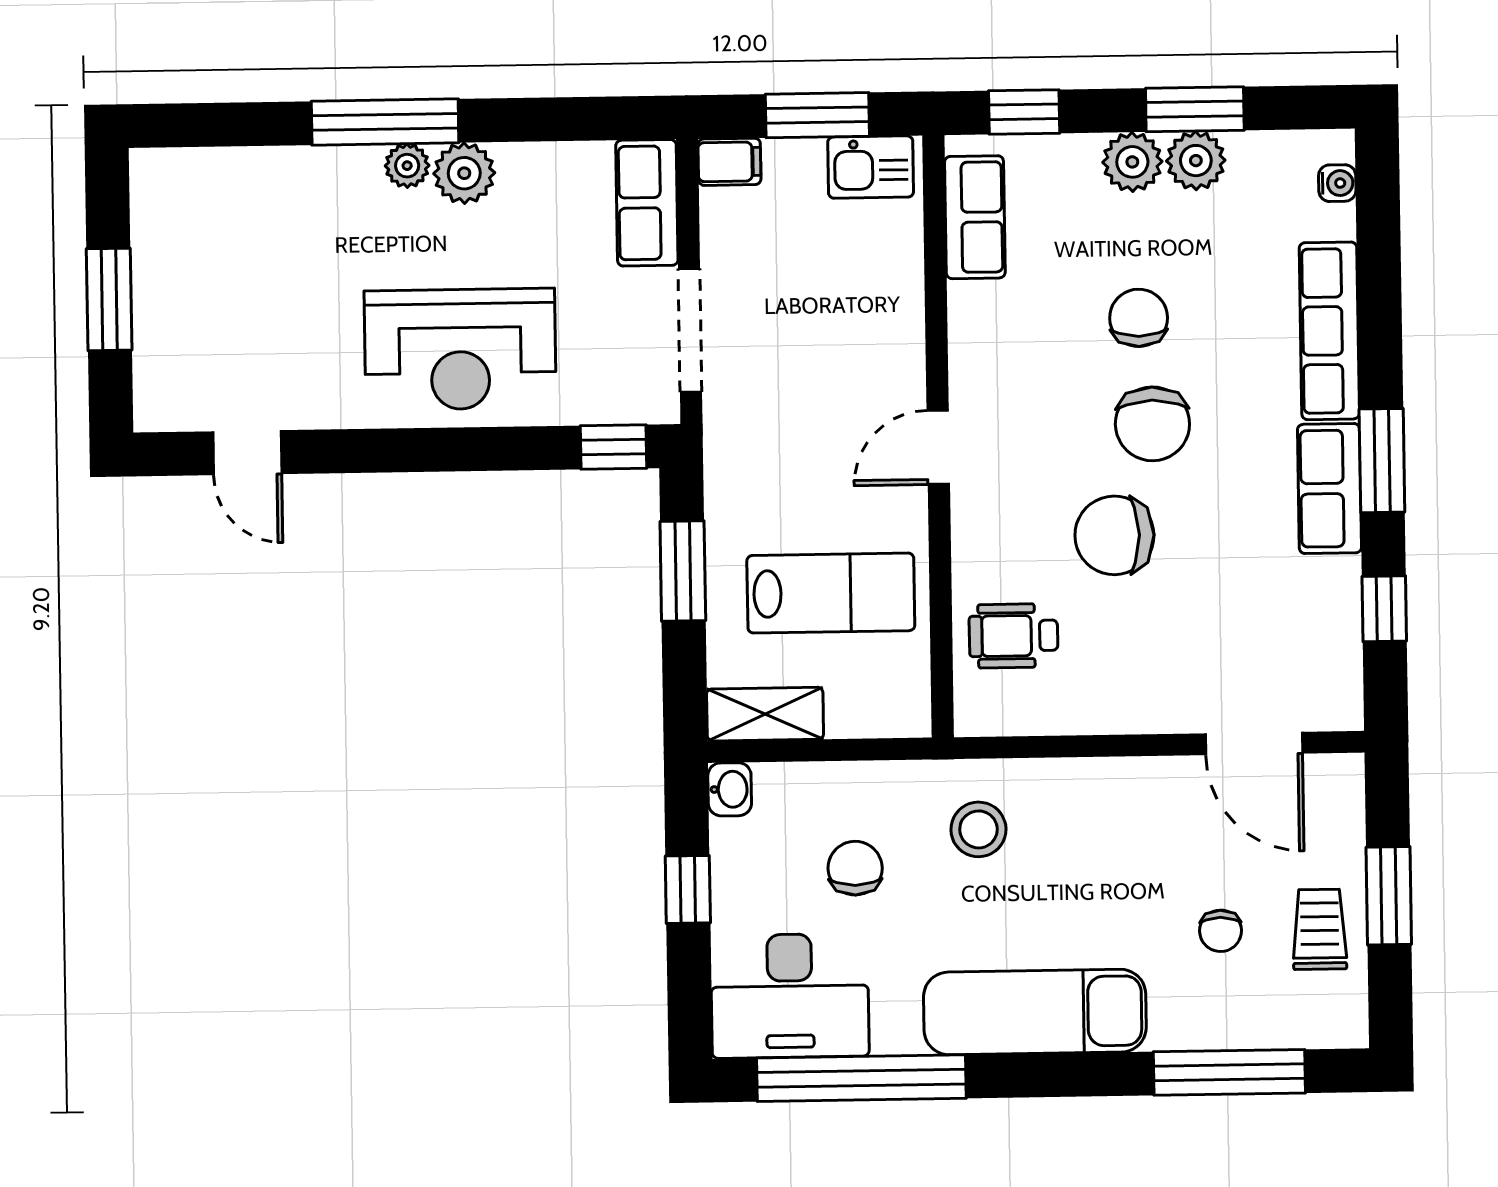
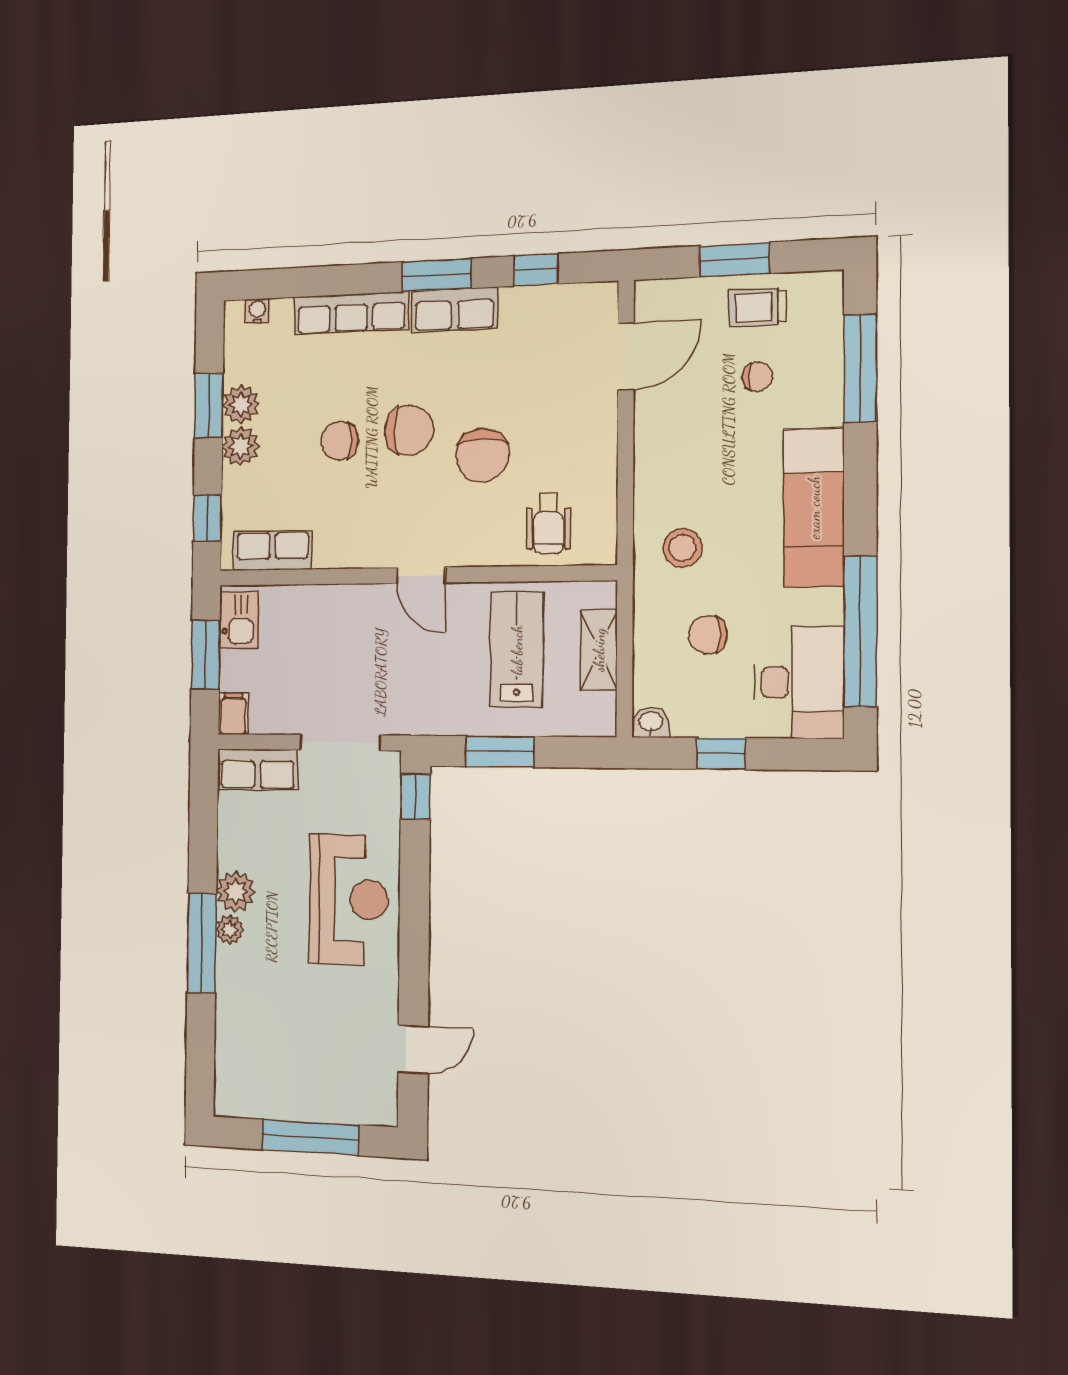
window: (109, 299) -> (310, 1137), width x1.44
shelving: (765, 714) -> (599, 650), moved

